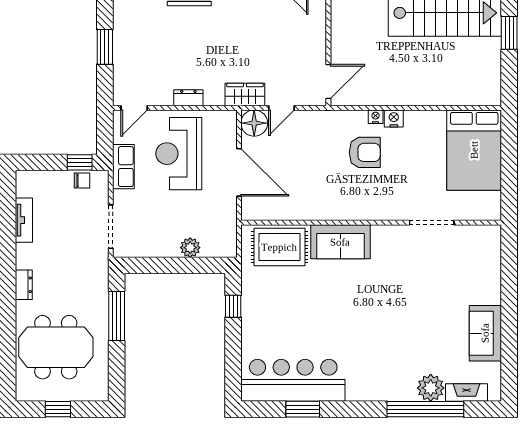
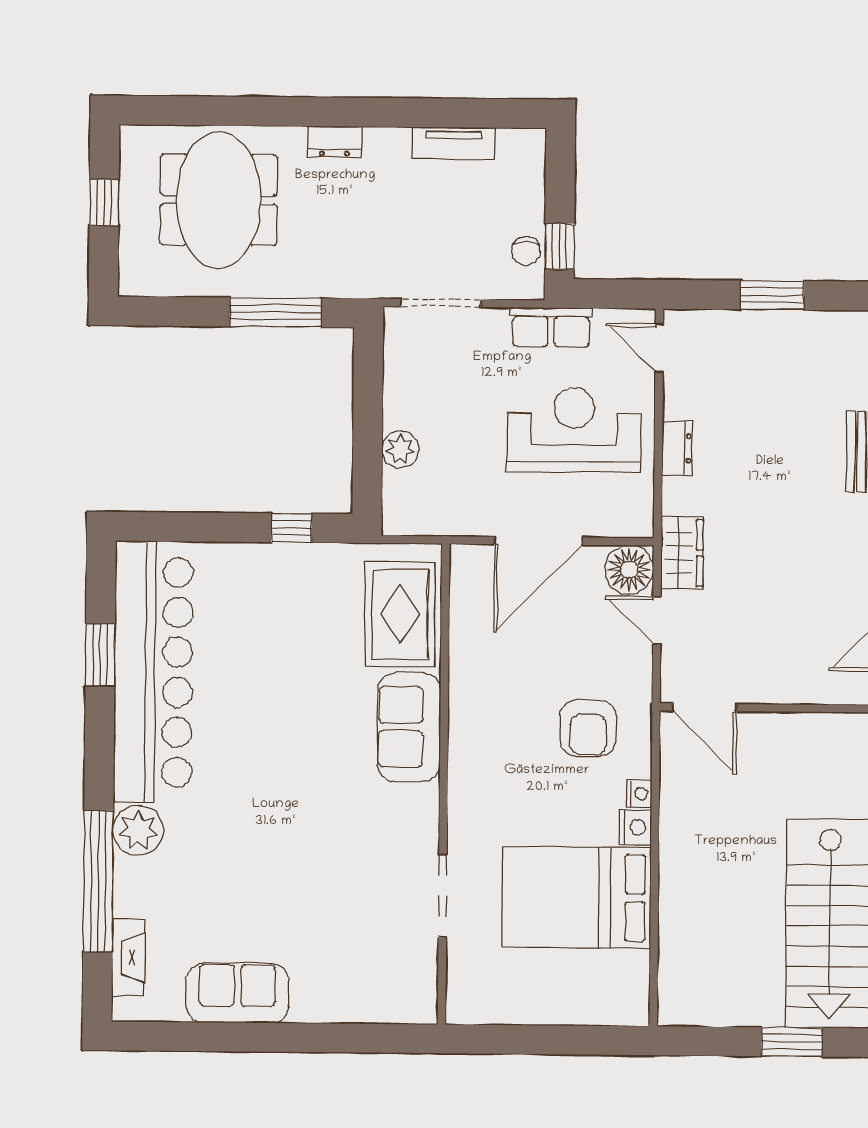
bed: (474, 150) -> (576, 897), moved
armchair: (365, 152) -> (588, 728), moved
bar counter: (293, 380) -> (153, 672), width x1.36
plant: (431, 388) -> (138, 830), moved

